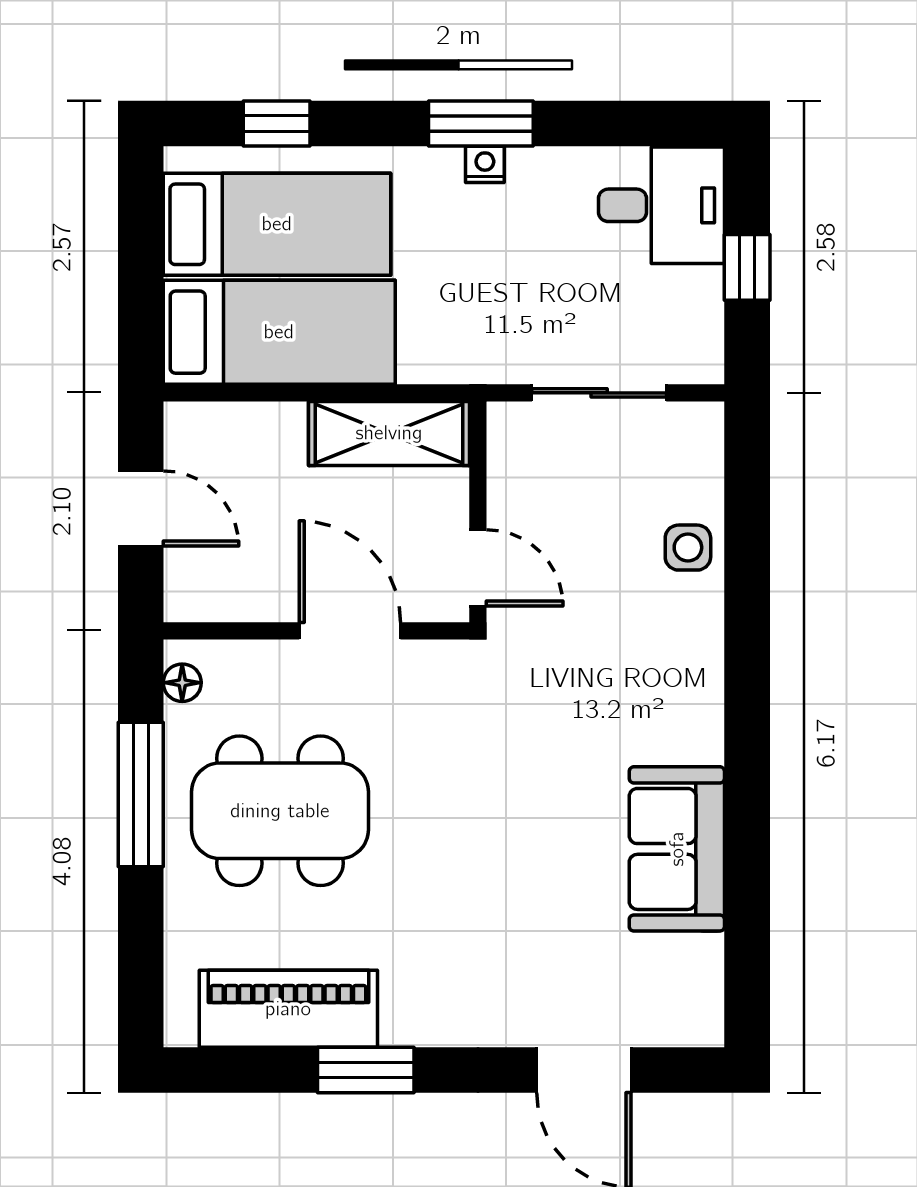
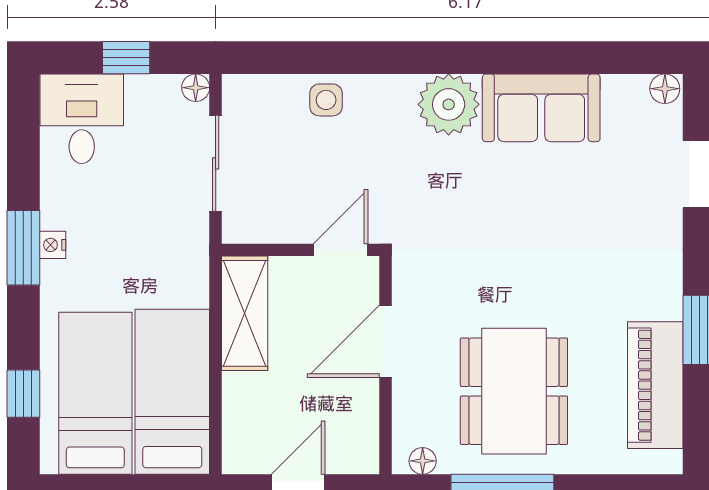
floor lamp: (705, 365) -> (196, 88), added
plant: (682, 719) -> (449, 104), added
floor lamp: (704, 1022) -> (665, 89), added

